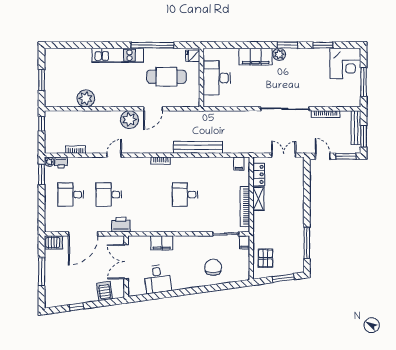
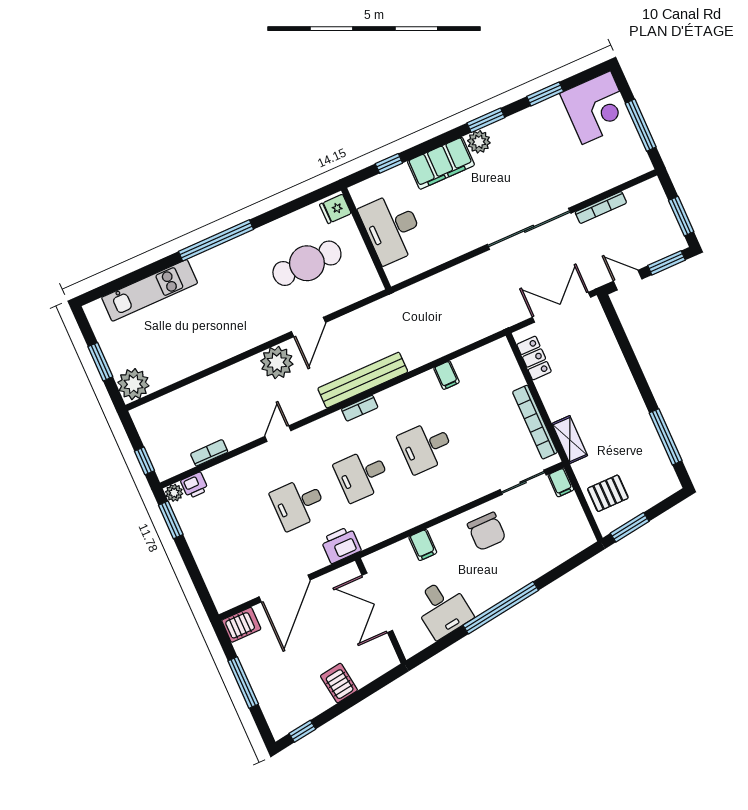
window: (153, 45) -> (216, 240), moved
window: (230, 45) -> (389, 163), added
kitchen unit: (118, 55) -> (150, 290), moved
plant: (86, 98) -> (133, 384), moved
window: (42, 124) -> (144, 461), moved
bench: (356, 128) -> (662, 207), removed
bench: (198, 147) -> (363, 380), moved
double door: (284, 155) -> (561, 307), width x1.37
filing cabinet: (239, 164) -> (447, 375), moved
desk: (71, 195) -> (362, 475), moved
shelving: (258, 199) -> (570, 440), moved
filing cabinet: (162, 243) -> (423, 545), width x0.50
pallet: (265, 258) -> (608, 493), turned 90
chair: (213, 267) -> (487, 531), moved, turned 180
window: (283, 278) -> (630, 527), moved
server rack: (105, 291) -> (339, 683), moved
window: (187, 292) -> (501, 608), added
window: (77, 307) -> (302, 731), moved

